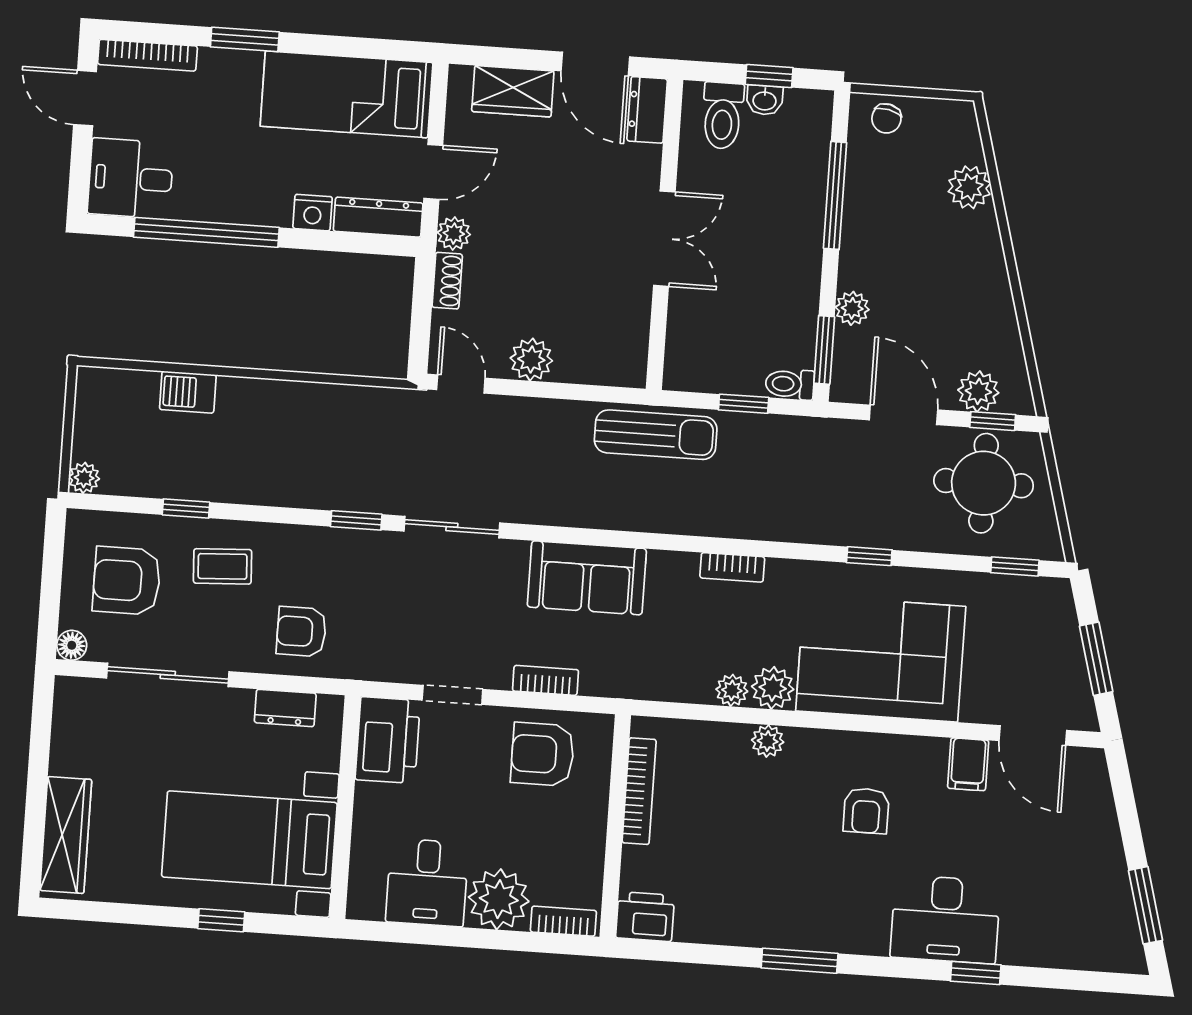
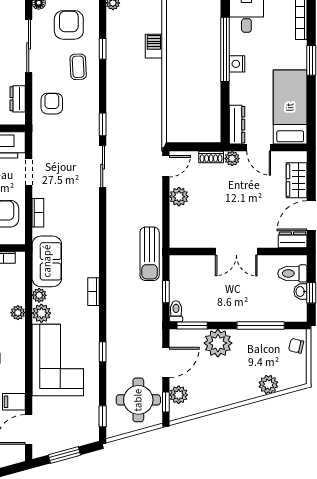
nightstand: (313, 213) -> (237, 64), moved
plant: (852, 308) -> (218, 343), width x1.87, depth x1.87
sofa: (587, 578) -> (47, 261), moved, turned 180

